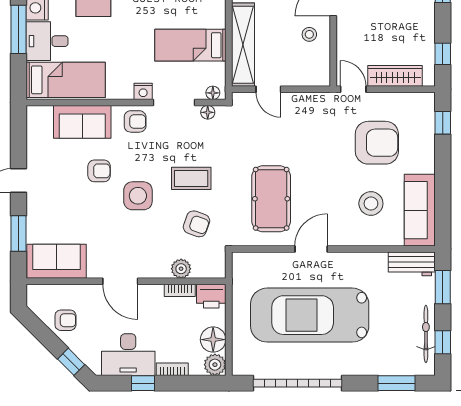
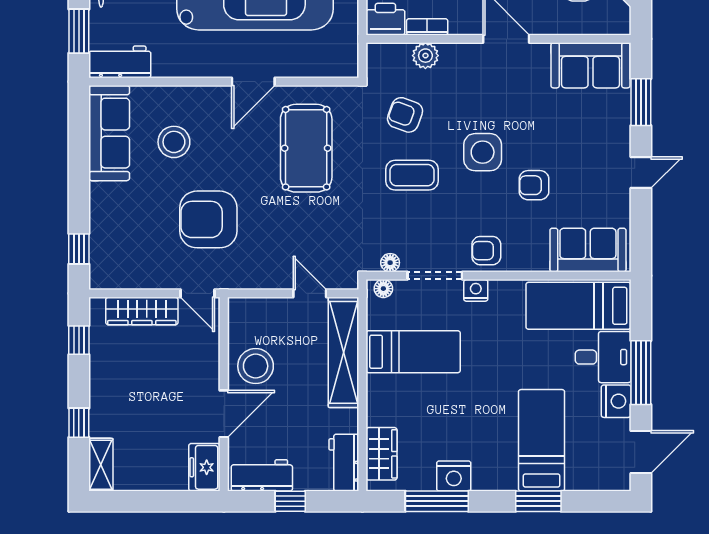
stool: (309, 34) -> (256, 366), width x1.89, depth x1.89
sofa: (82, 122) -> (588, 250), moved
armchair: (377, 143) -> (208, 219), moved

